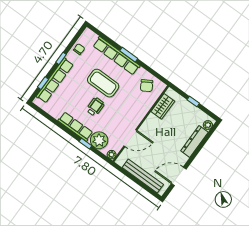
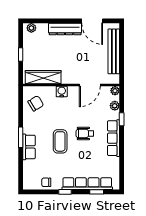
row of seats: (116, 56) -> (29, 147), width x0.50
coffee table: (103, 83) -> (60, 141), width x0.73, depth x0.76
wardrobe: (163, 106) -> (43, 77), width x1.50
water cooler: (141, 113) -> (62, 92), added
door: (130, 138) -> (90, 85), swing flipped
plant: (99, 140) -> (115, 106), width x0.53, depth x0.53
dresser: (194, 141) -> (65, 29), moved

